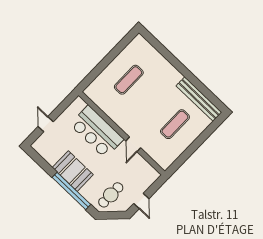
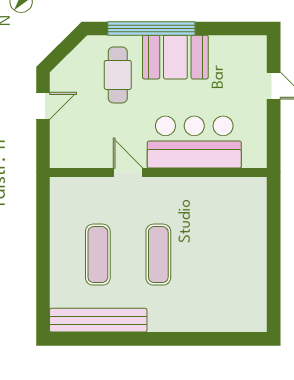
exercise mat: (129, 80) -> (158, 255), moved
cafe table: (111, 195) -> (118, 75), moved
door: (141, 201) -> (43, 106), swing flipped

